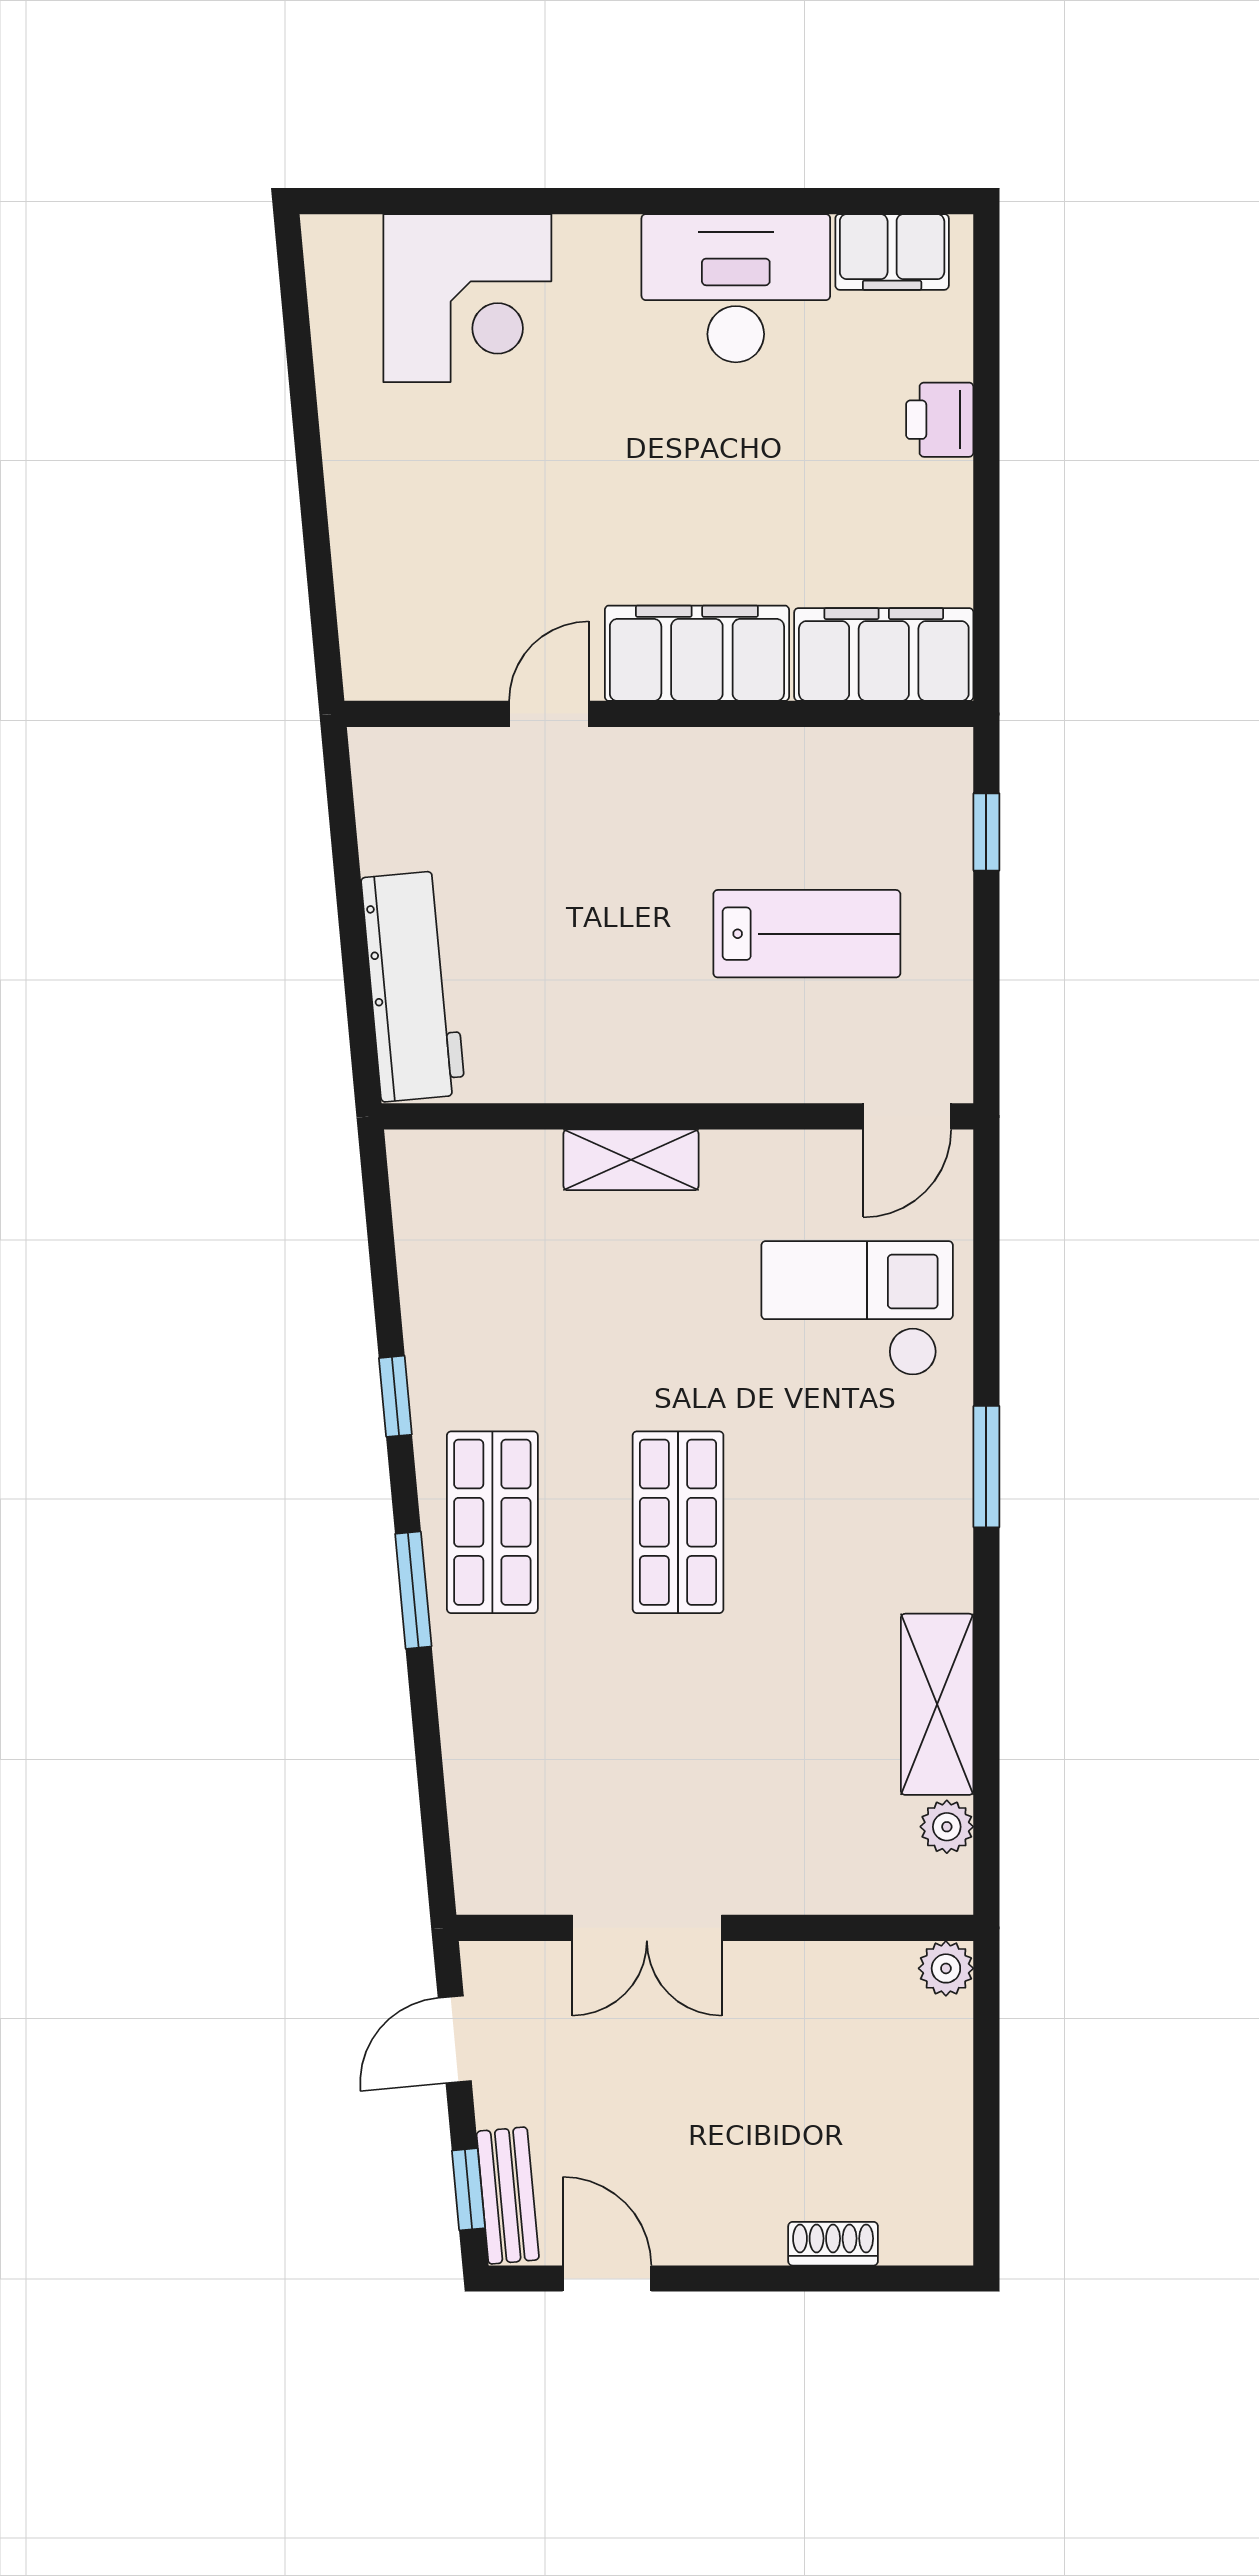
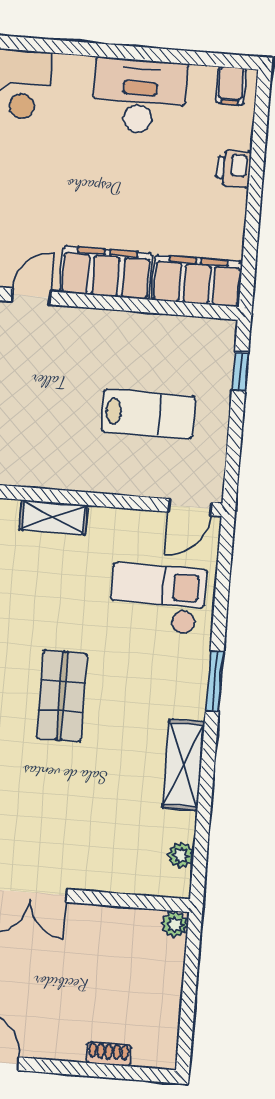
filing cabinet: (892, 252) -> (231, 86), width x0.50
shelving: (937, 1704) -> (183, 765), moved

